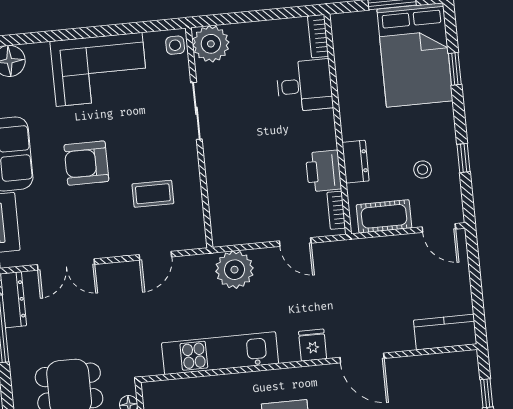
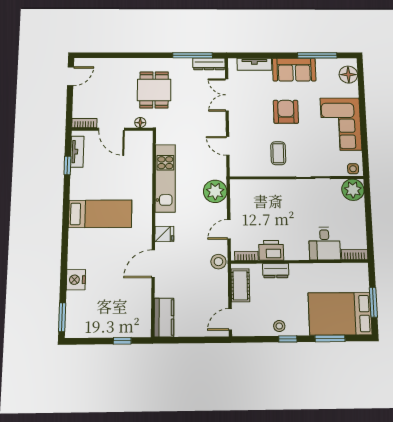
window: (455, 69) -> (330, 338), width x1.50
window: (464, 158) -> (288, 339), moved
stool: (423, 169) -> (279, 326), moved
coffee table: (153, 194) -> (278, 153), moved
stool: (349, 254) -> (218, 262), added

